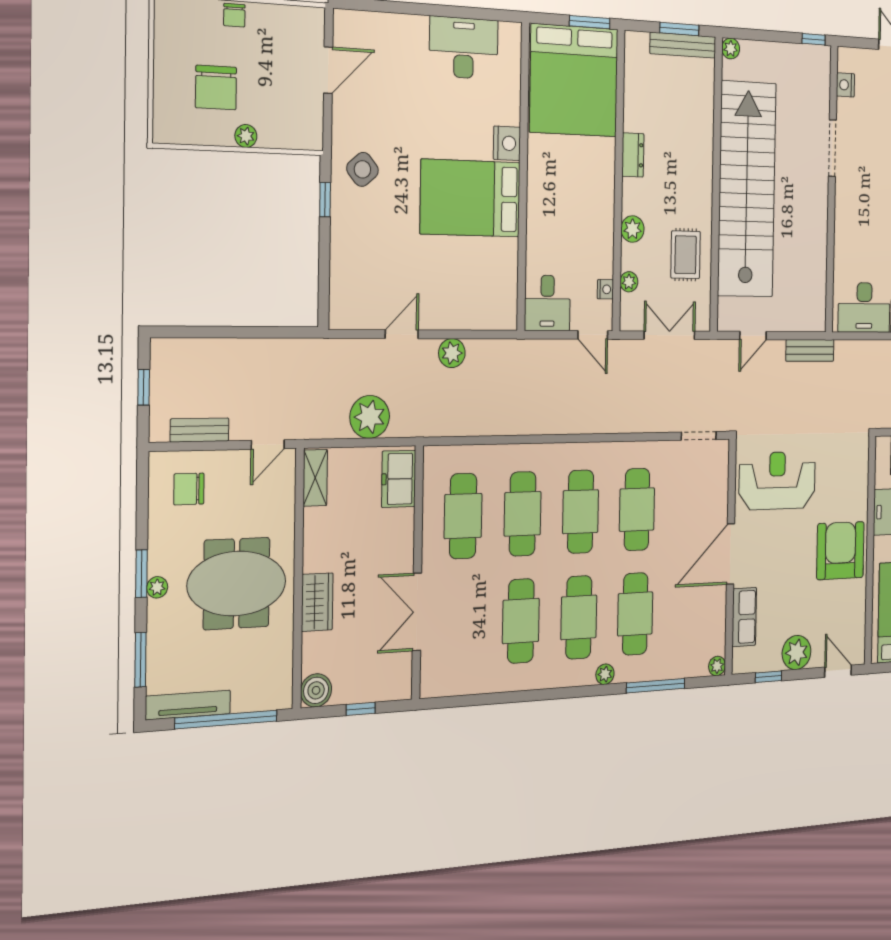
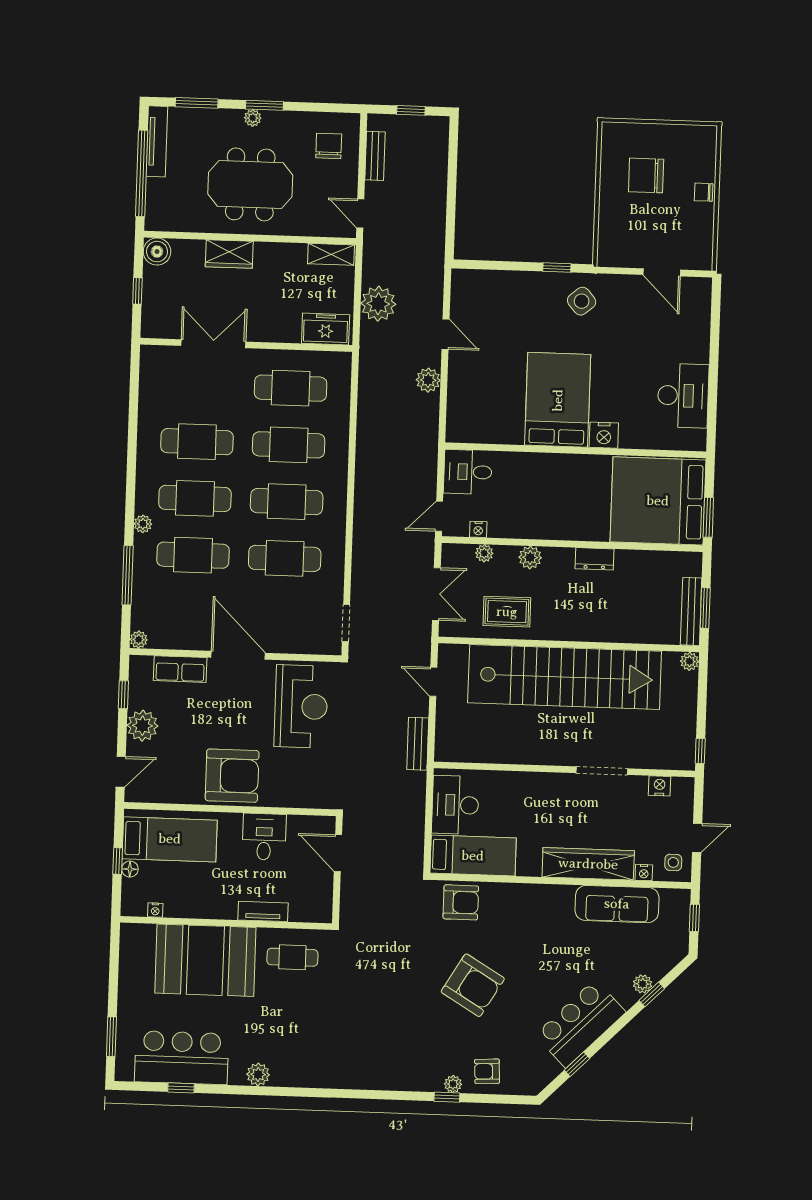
plant: (246, 136) -> (608, 200), removed
meeting table: (237, 583) -> (250, 184), turned 90

